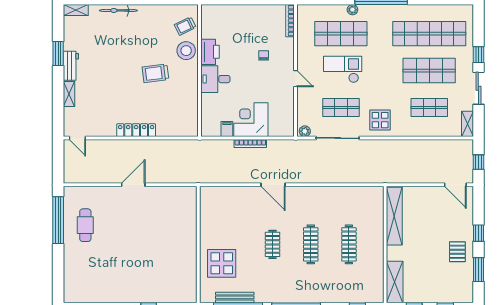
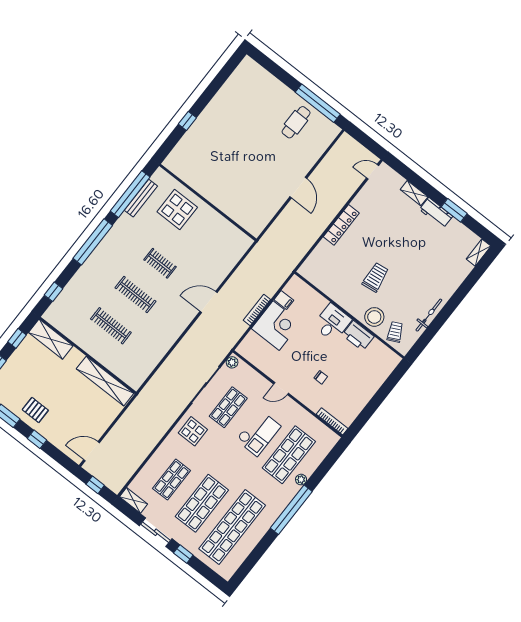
bicycle: (118, 10) -> (429, 315), moved
cafe table: (85, 225) -> (296, 122), turned 90

